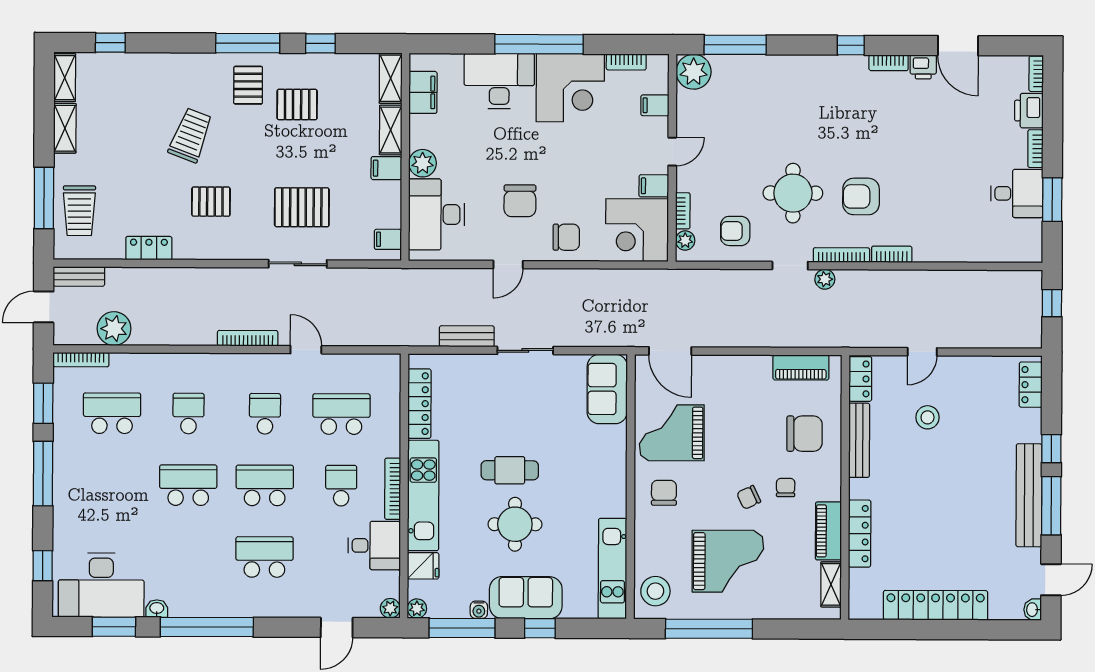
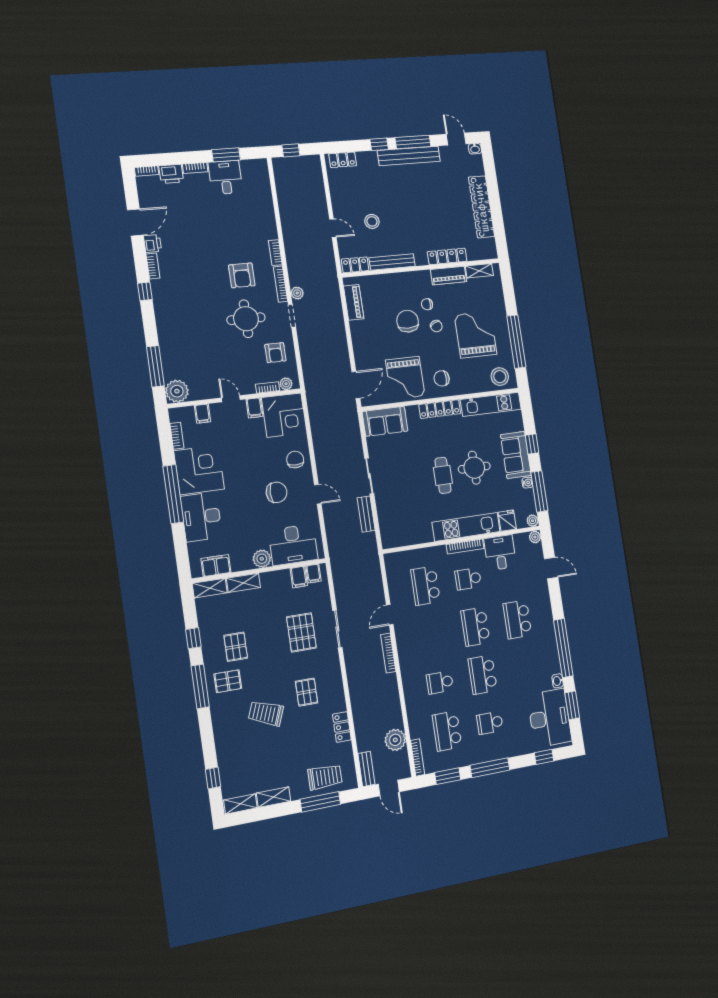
filing cabinet: (386, 168) -> (299, 577), moved
locker: (419, 404) -> (440, 409), moved, turned 180
school desk: (265, 414) -> (490, 723), moved
chair: (804, 434) -> (408, 321), moved

